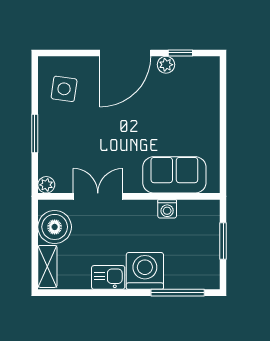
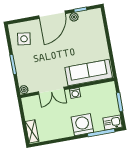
sofa: (174, 175) -> (89, 73), width x1.36
double door: (98, 196) -> (51, 91), swing flipped
washing machine: (167, 209) -> (75, 93), moved
boiler: (55, 227) -> (32, 110), removed
kitchen sink: (108, 277) -> (112, 123), moved

